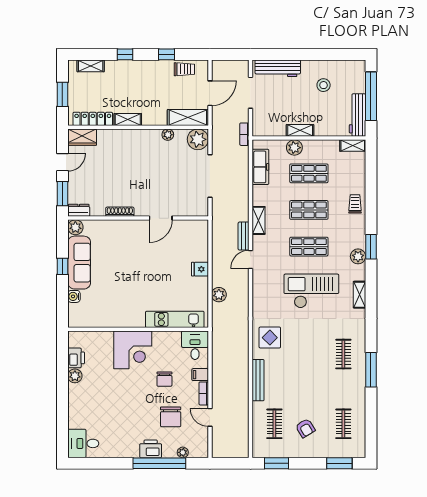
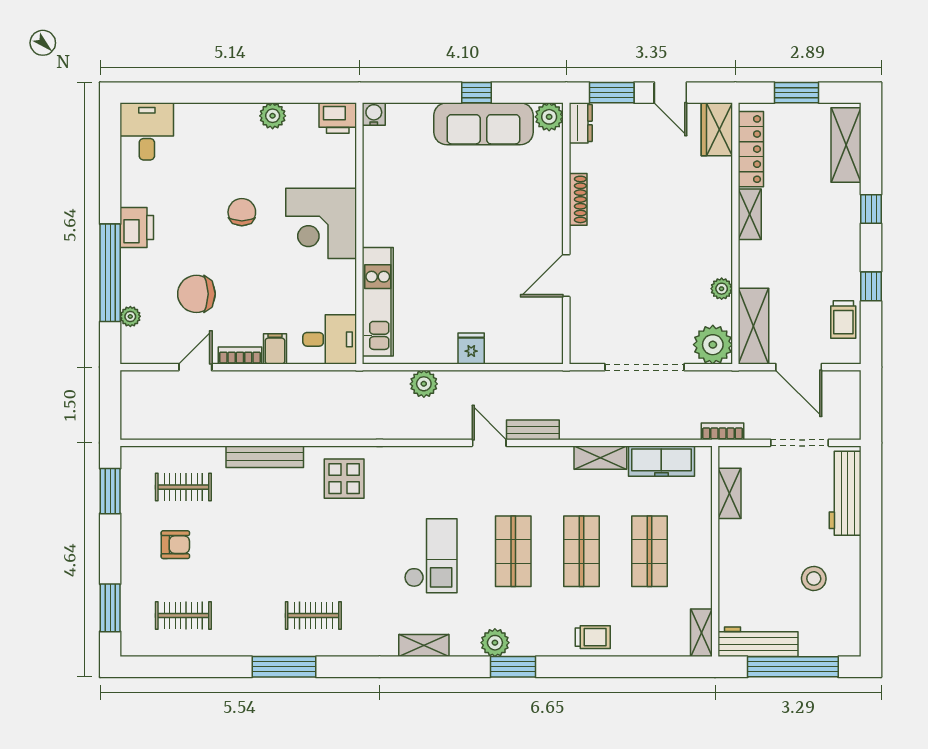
shelving: (91, 66) -> (846, 145), width x1.50, depth x1.33
shelving: (300, 130) -> (730, 493), moved
plant: (294, 148) -> (698, 524), removed
door: (161, 218) -> (566, 276), hinge flipped
shelving: (259, 220) -> (600, 458), moved
checkout: (311, 291) -> (431, 556), width x0.73, depth x0.83
water cooler: (74, 296) -> (374, 114), moved
printer: (76, 358) -> (338, 118), moved
chair: (164, 379) -> (242, 212), moved, turned 90
armchair: (305, 428) -> (175, 545), turned -149
printer: (151, 449) -> (137, 228), moved

